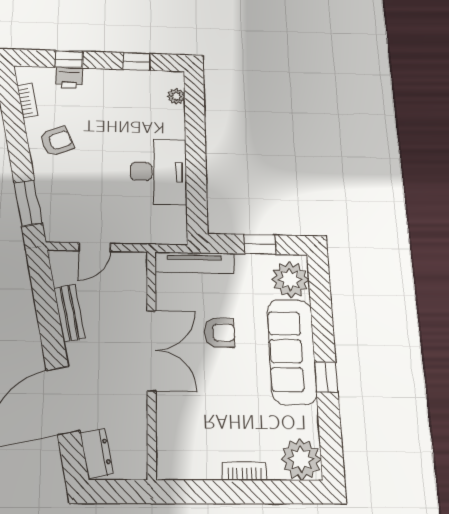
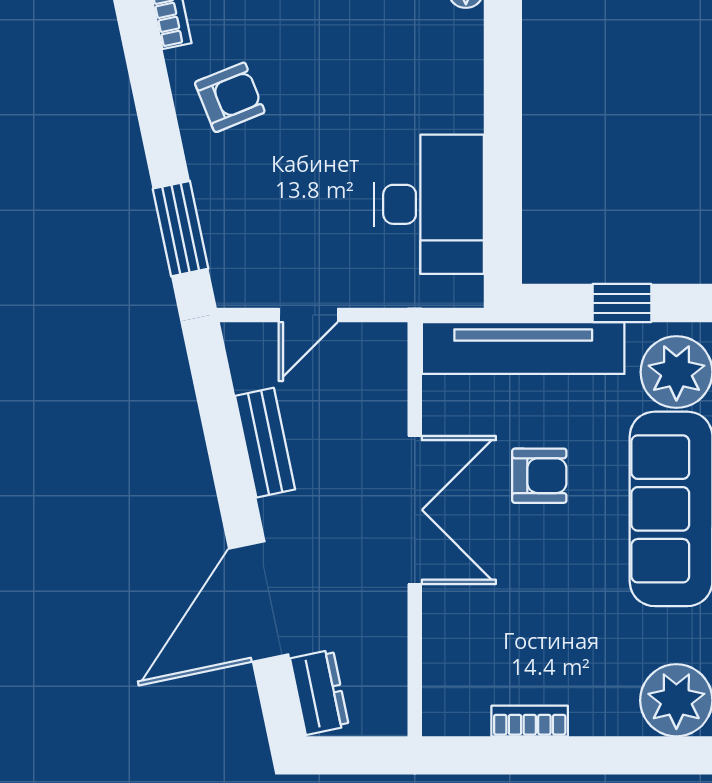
desk: (158, 172) -> (429, 204), moved
tv unit: (195, 263) -> (523, 348), width x1.36, depth x1.29
bookcase: (244, 471) -> (530, 721), moved

